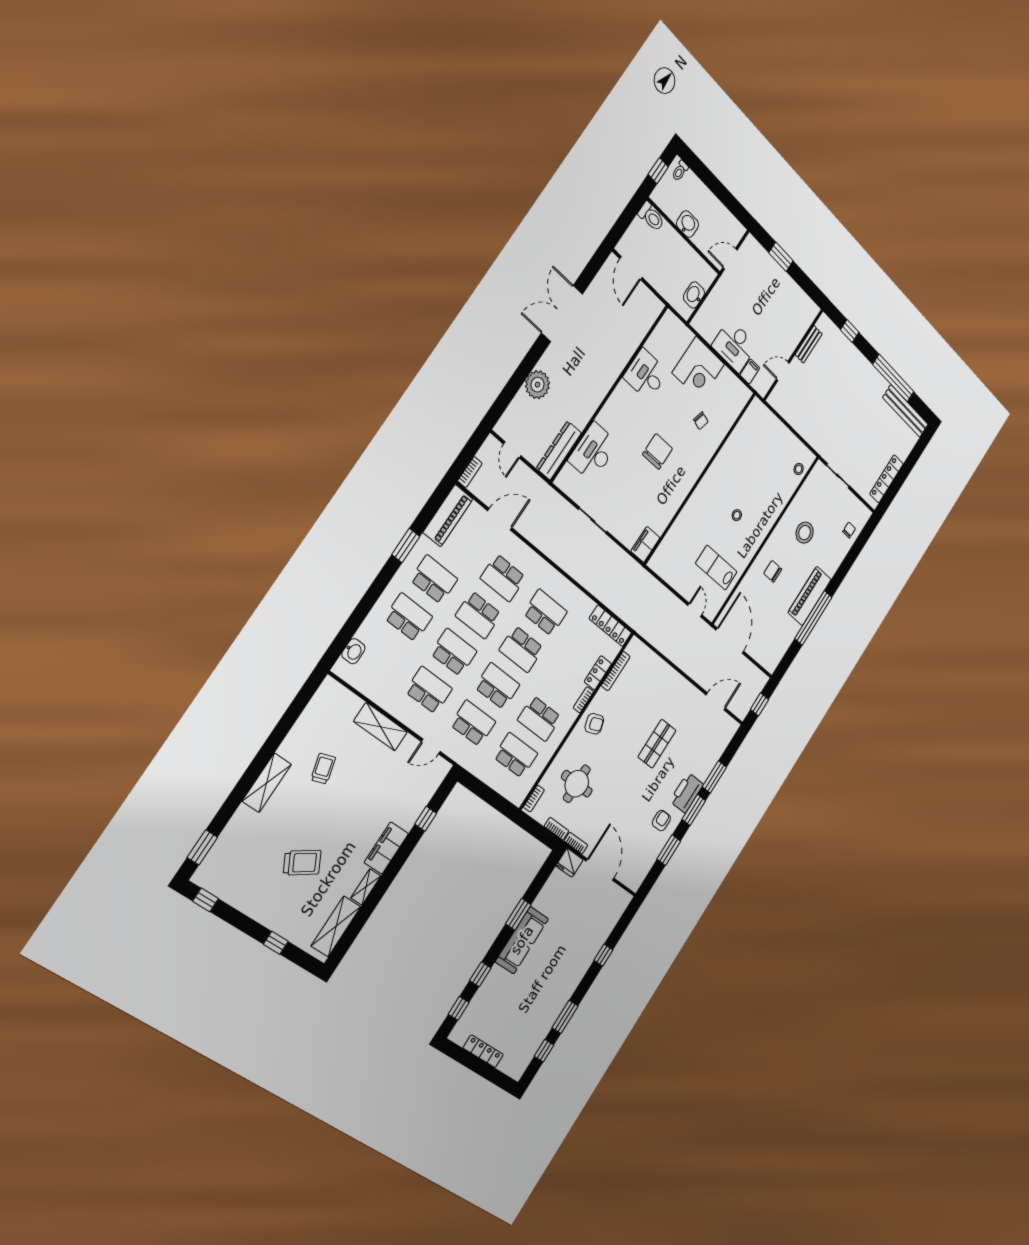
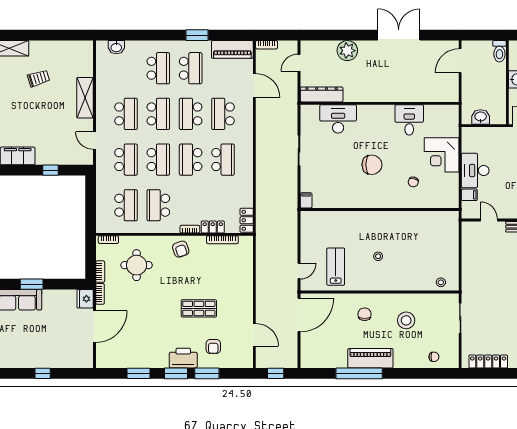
filing cabinet: (645, 544) -> (306, 200), width x0.50
locker: (610, 626) -> (247, 220), width x0.66
armchair: (661, 821) -> (213, 347), moved, turned 90

